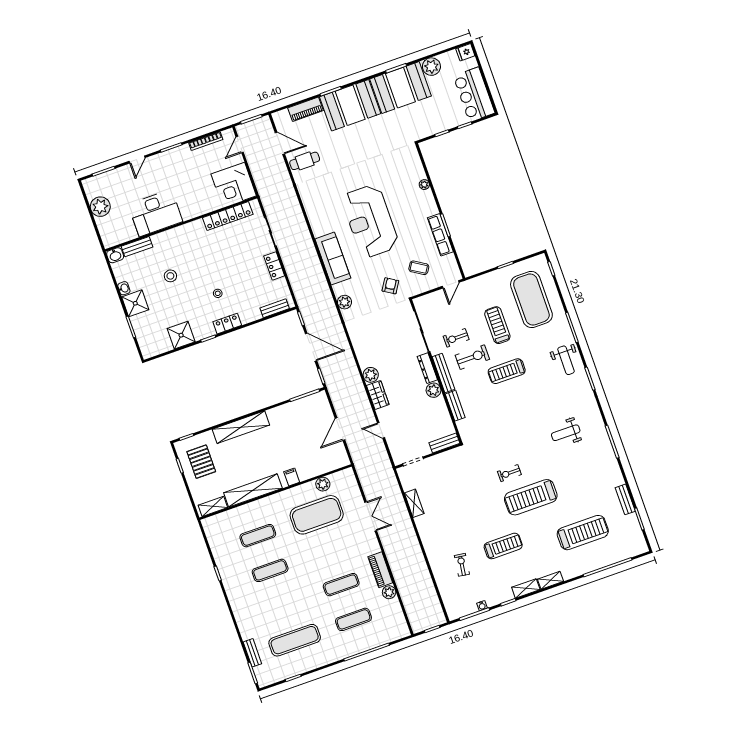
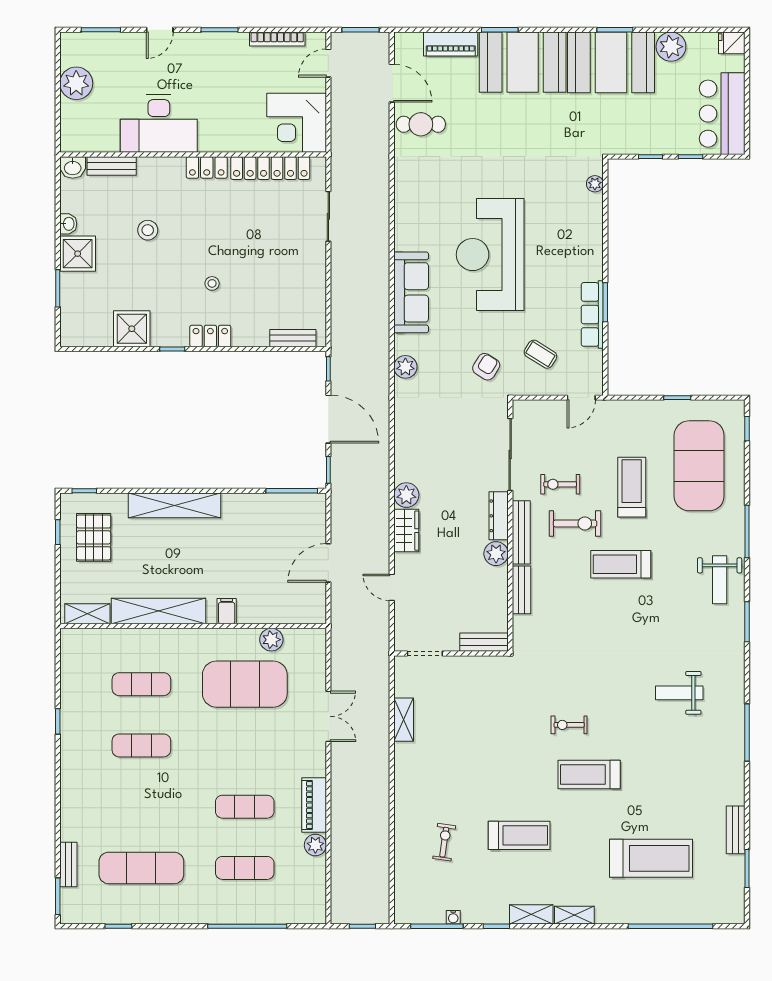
plant: (424, 185) -> (595, 184), moved
locker: (274, 266) -> (207, 167), moved, turned -90
treadmill: (531, 497) -> (589, 774), width x0.73, depth x0.73

